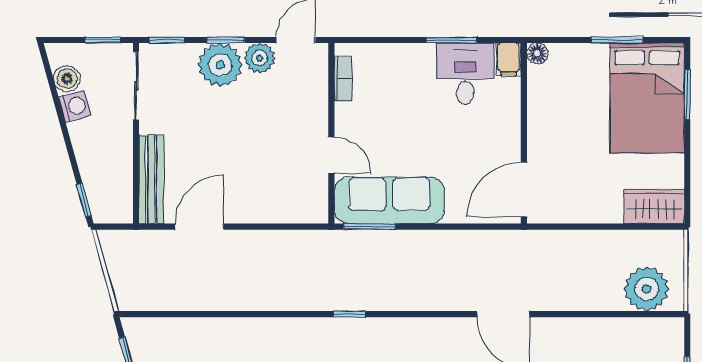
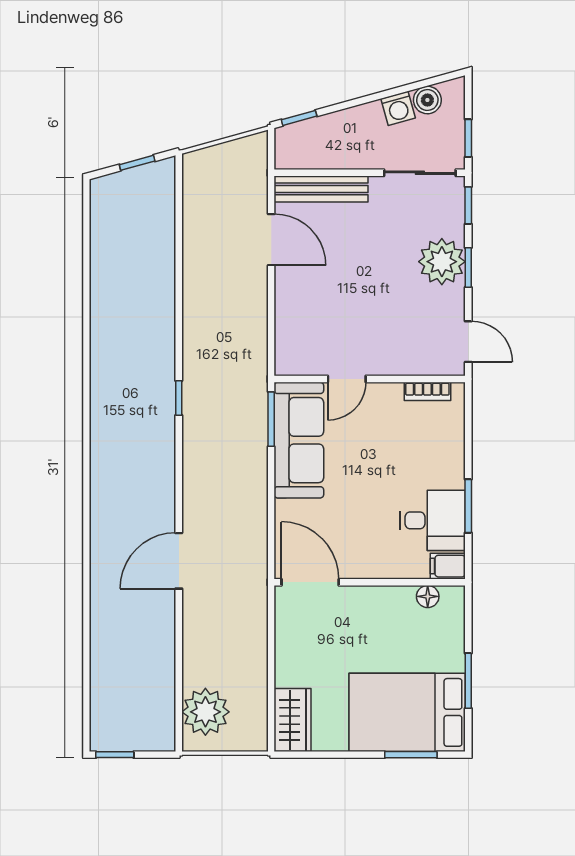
floor lamp: (537, 53) -> (428, 596), moved
plant: (260, 58) -> (449, 303), removed

